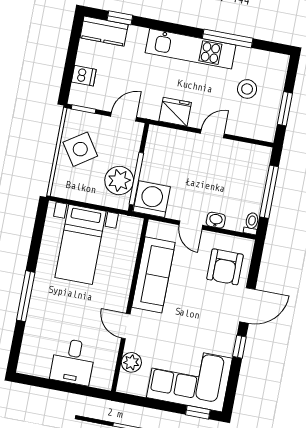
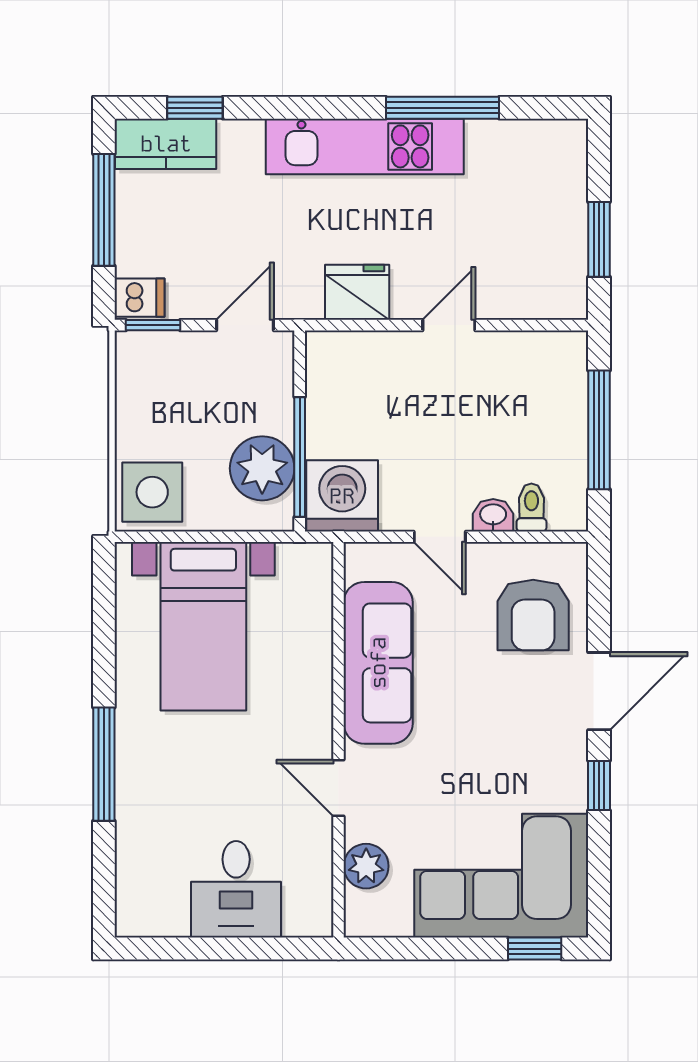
window: (72, 55) -> (104, 210), added
dishwasher: (84, 76) -> (140, 298), moved
stool: (247, 89) -> (507, 212), removed
side table: (80, 149) -> (152, 492), moved, turned 34
toilet: (251, 223) -> (531, 508), moved

